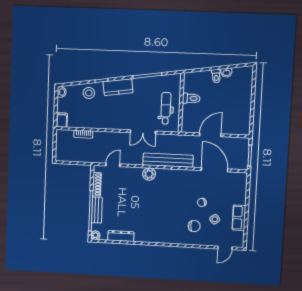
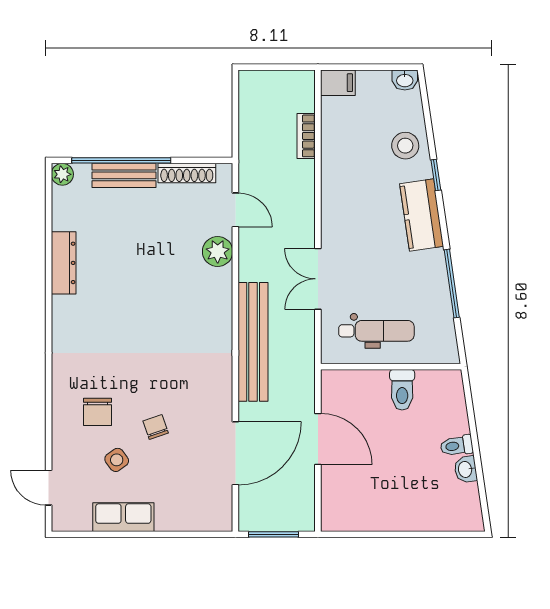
plant: (149, 174) -> (218, 251), moved
dresser: (121, 236) -> (64, 263), moved

